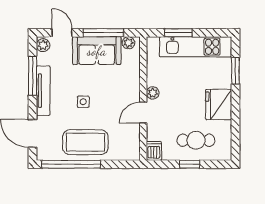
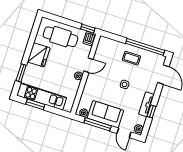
window: (178, 33) -> (35, 104), moved
window: (33, 76) -> (152, 111), width x0.46
tv unit: (43, 91) -> (146, 104), width x0.71
cafe table: (196, 140) -> (60, 37), width x1.37, depth x1.35
coffee table: (85, 142) -> (131, 58), width x0.54, depth x0.58
window: (190, 164) -> (88, 29), moved

